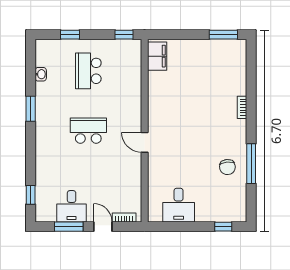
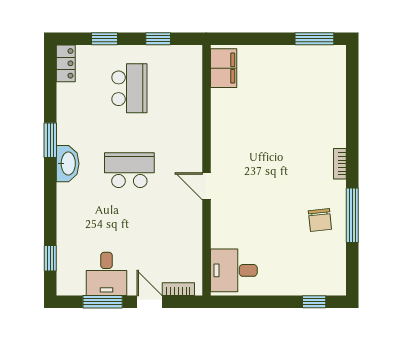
window: (124, 35) -> (158, 39), moved
locker: (42, 53) -> (66, 63), added
school desk: (88, 71) -> (129, 88), turned 180
washbasin: (41, 74) -> (68, 164), moved, width x1.91, depth x1.45
bookcase: (242, 107) -> (340, 164), moved
desk: (179, 205) -> (234, 270), moved, turned 90

